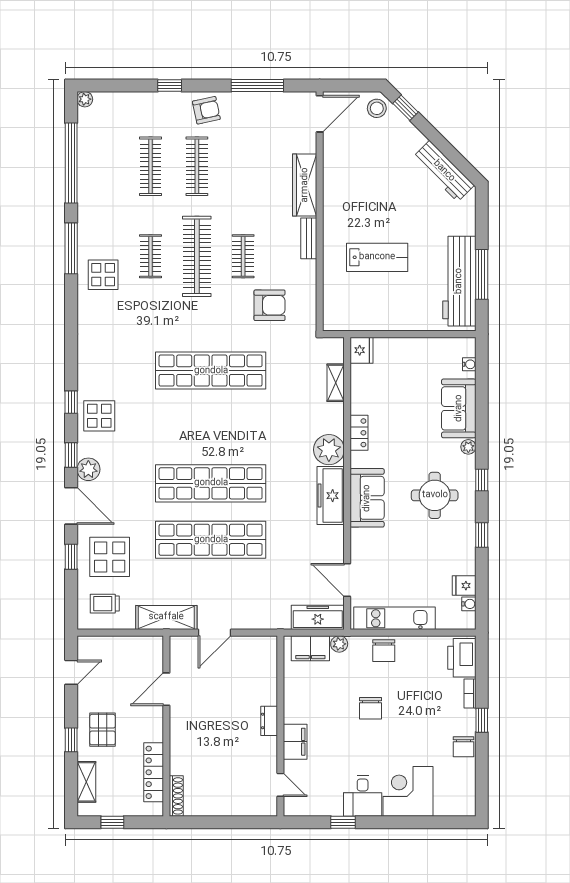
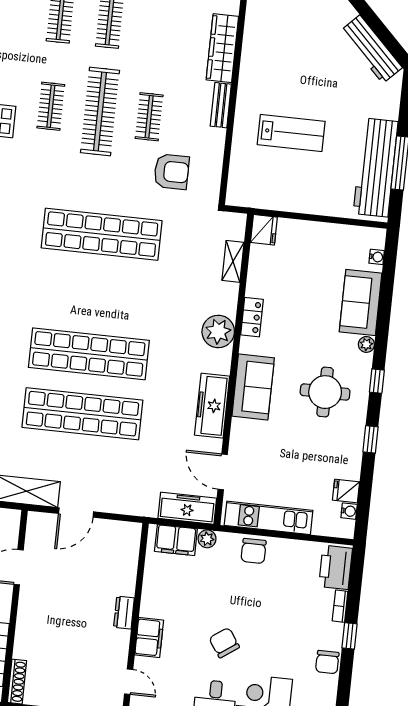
freezer: (331, 496) -> (212, 406), moved
chair: (370, 708) -> (224, 643), moved, turned 145

